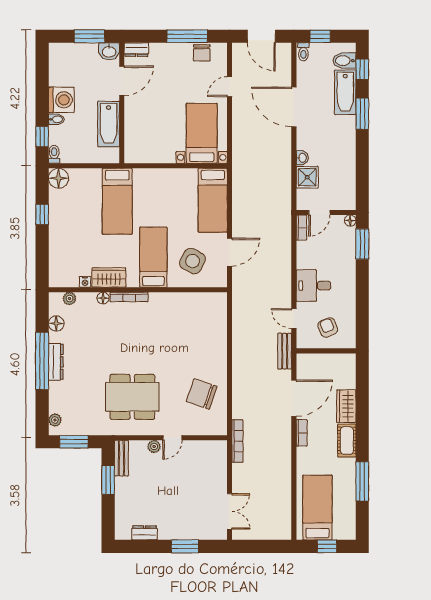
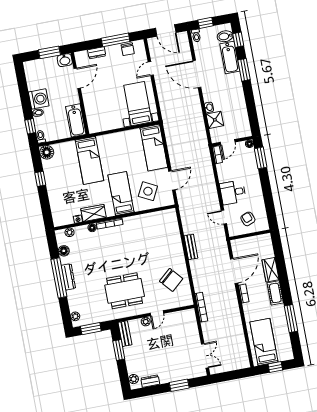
dresser: (136, 50) -> (97, 53), moved
bathtub: (109, 124) -> (76, 120), moved
bench: (285, 351) -> (191, 247), moved
chair: (202, 394) -> (171, 280), turned -150
plant: (121, 525) -> (134, 379), added

